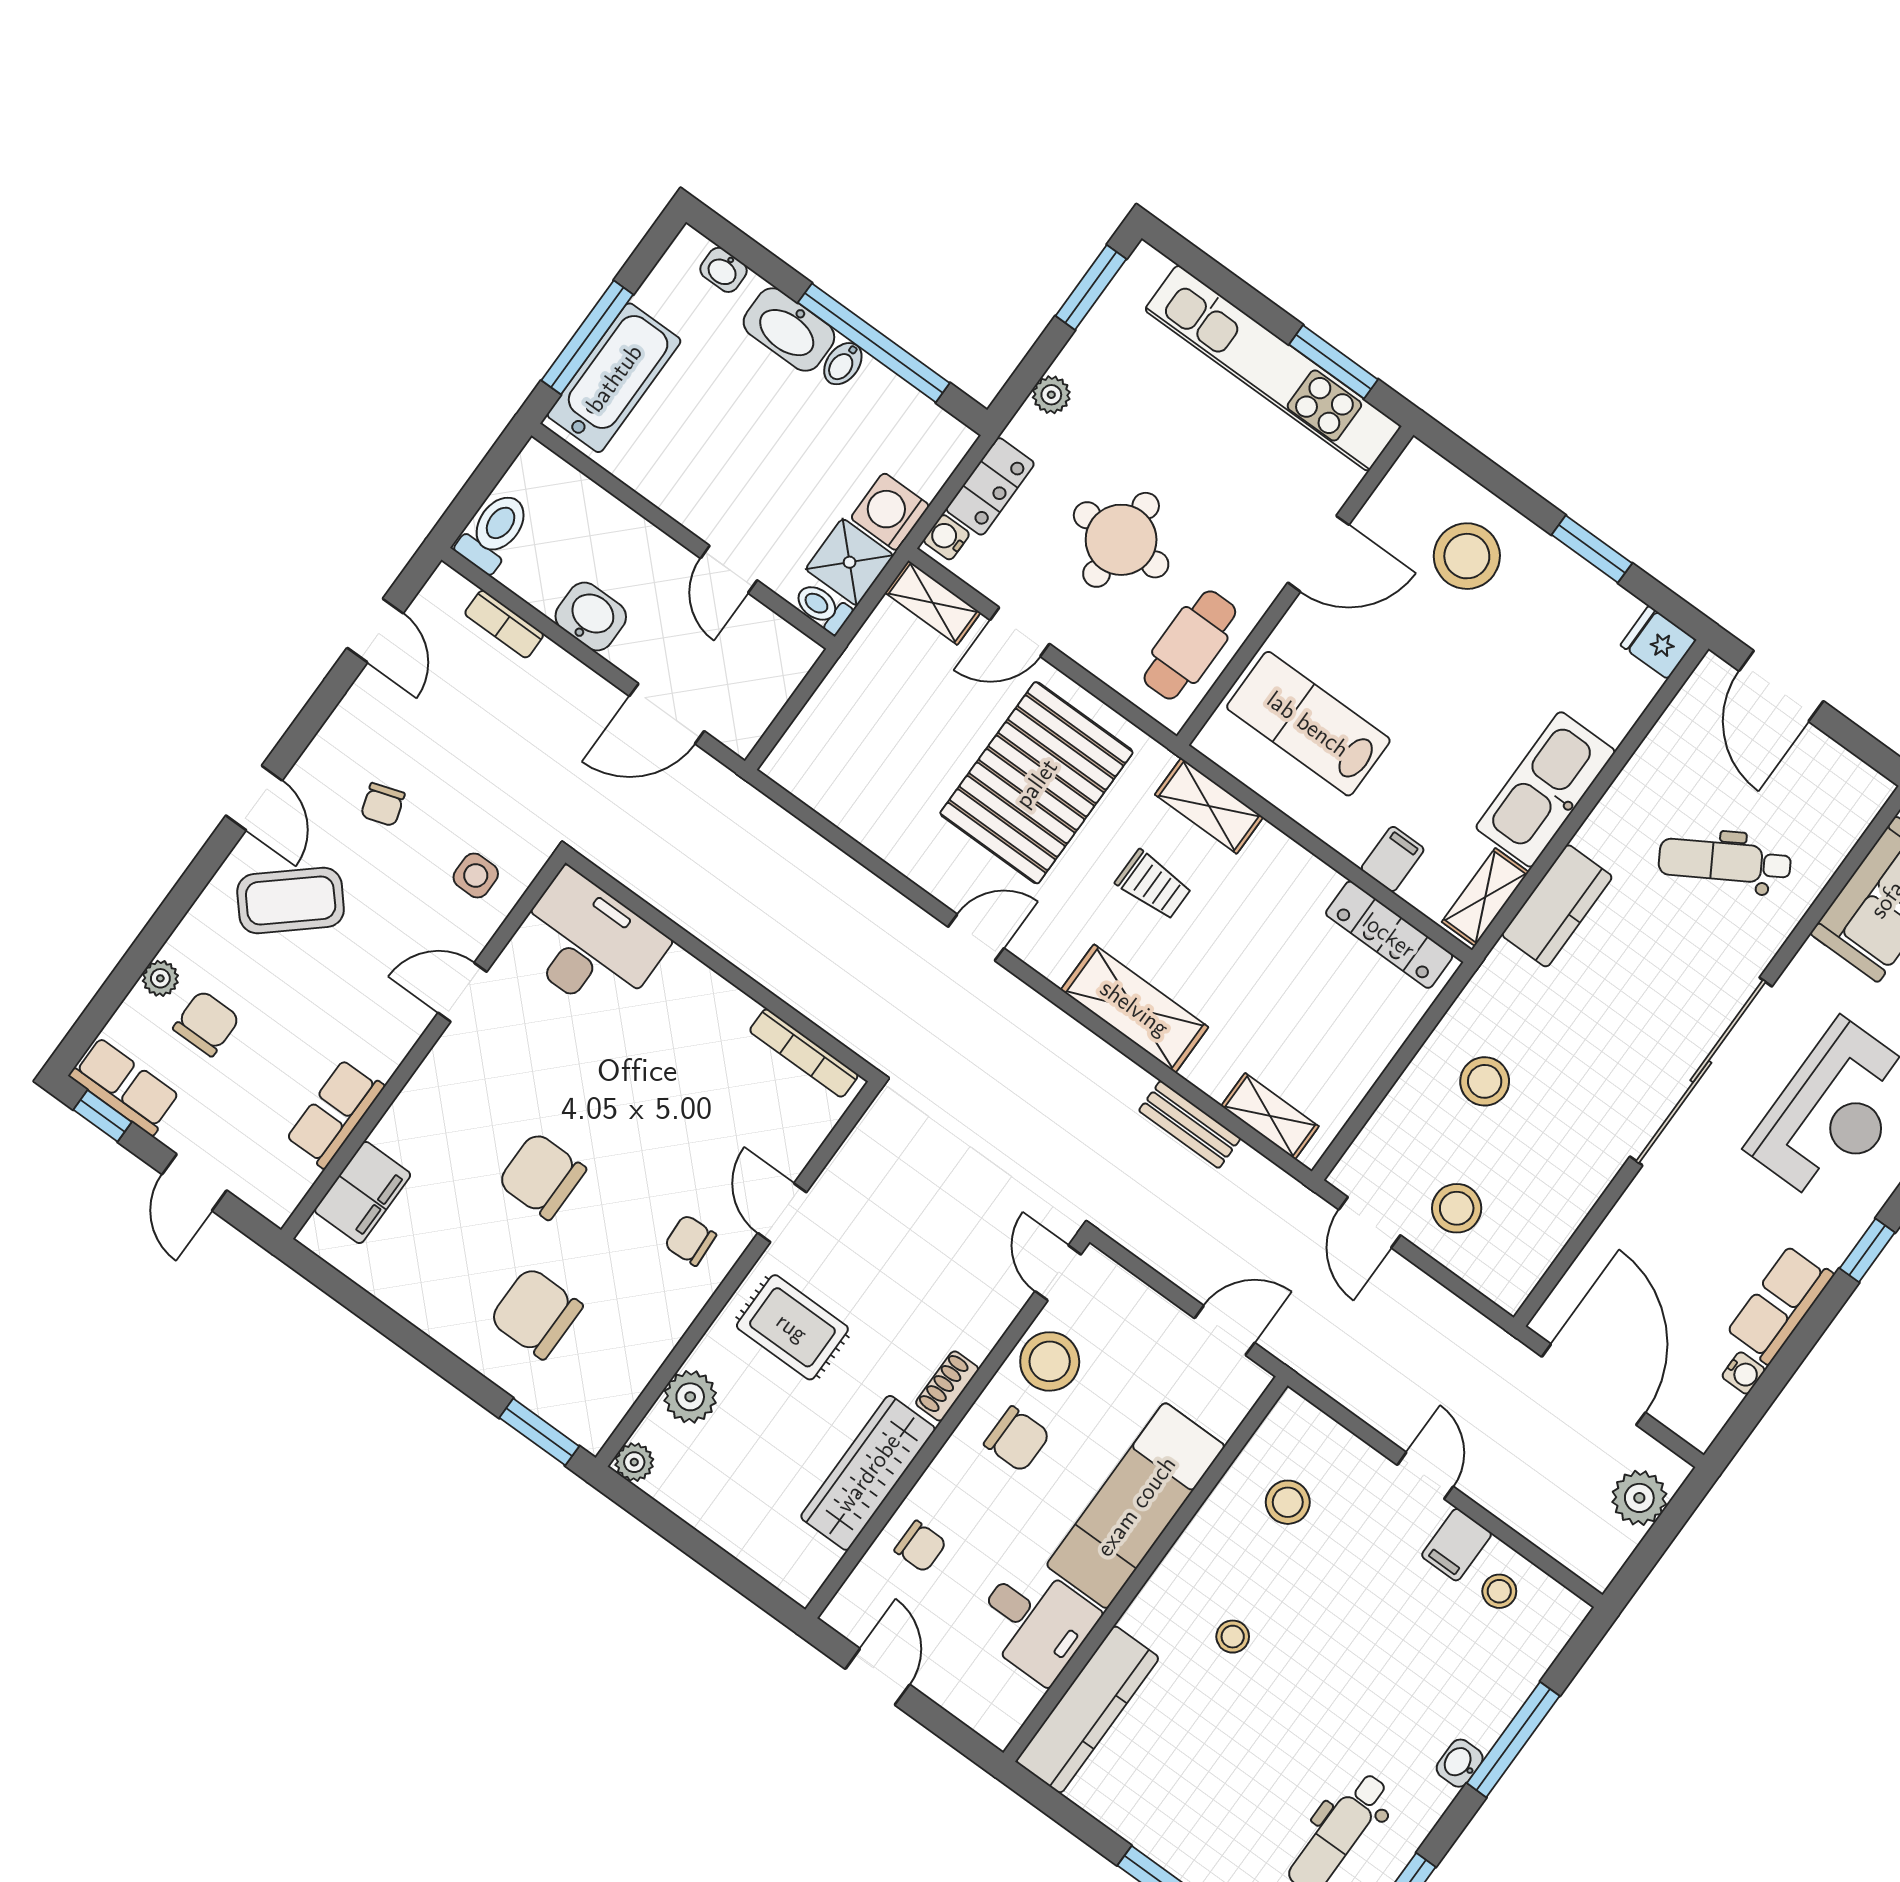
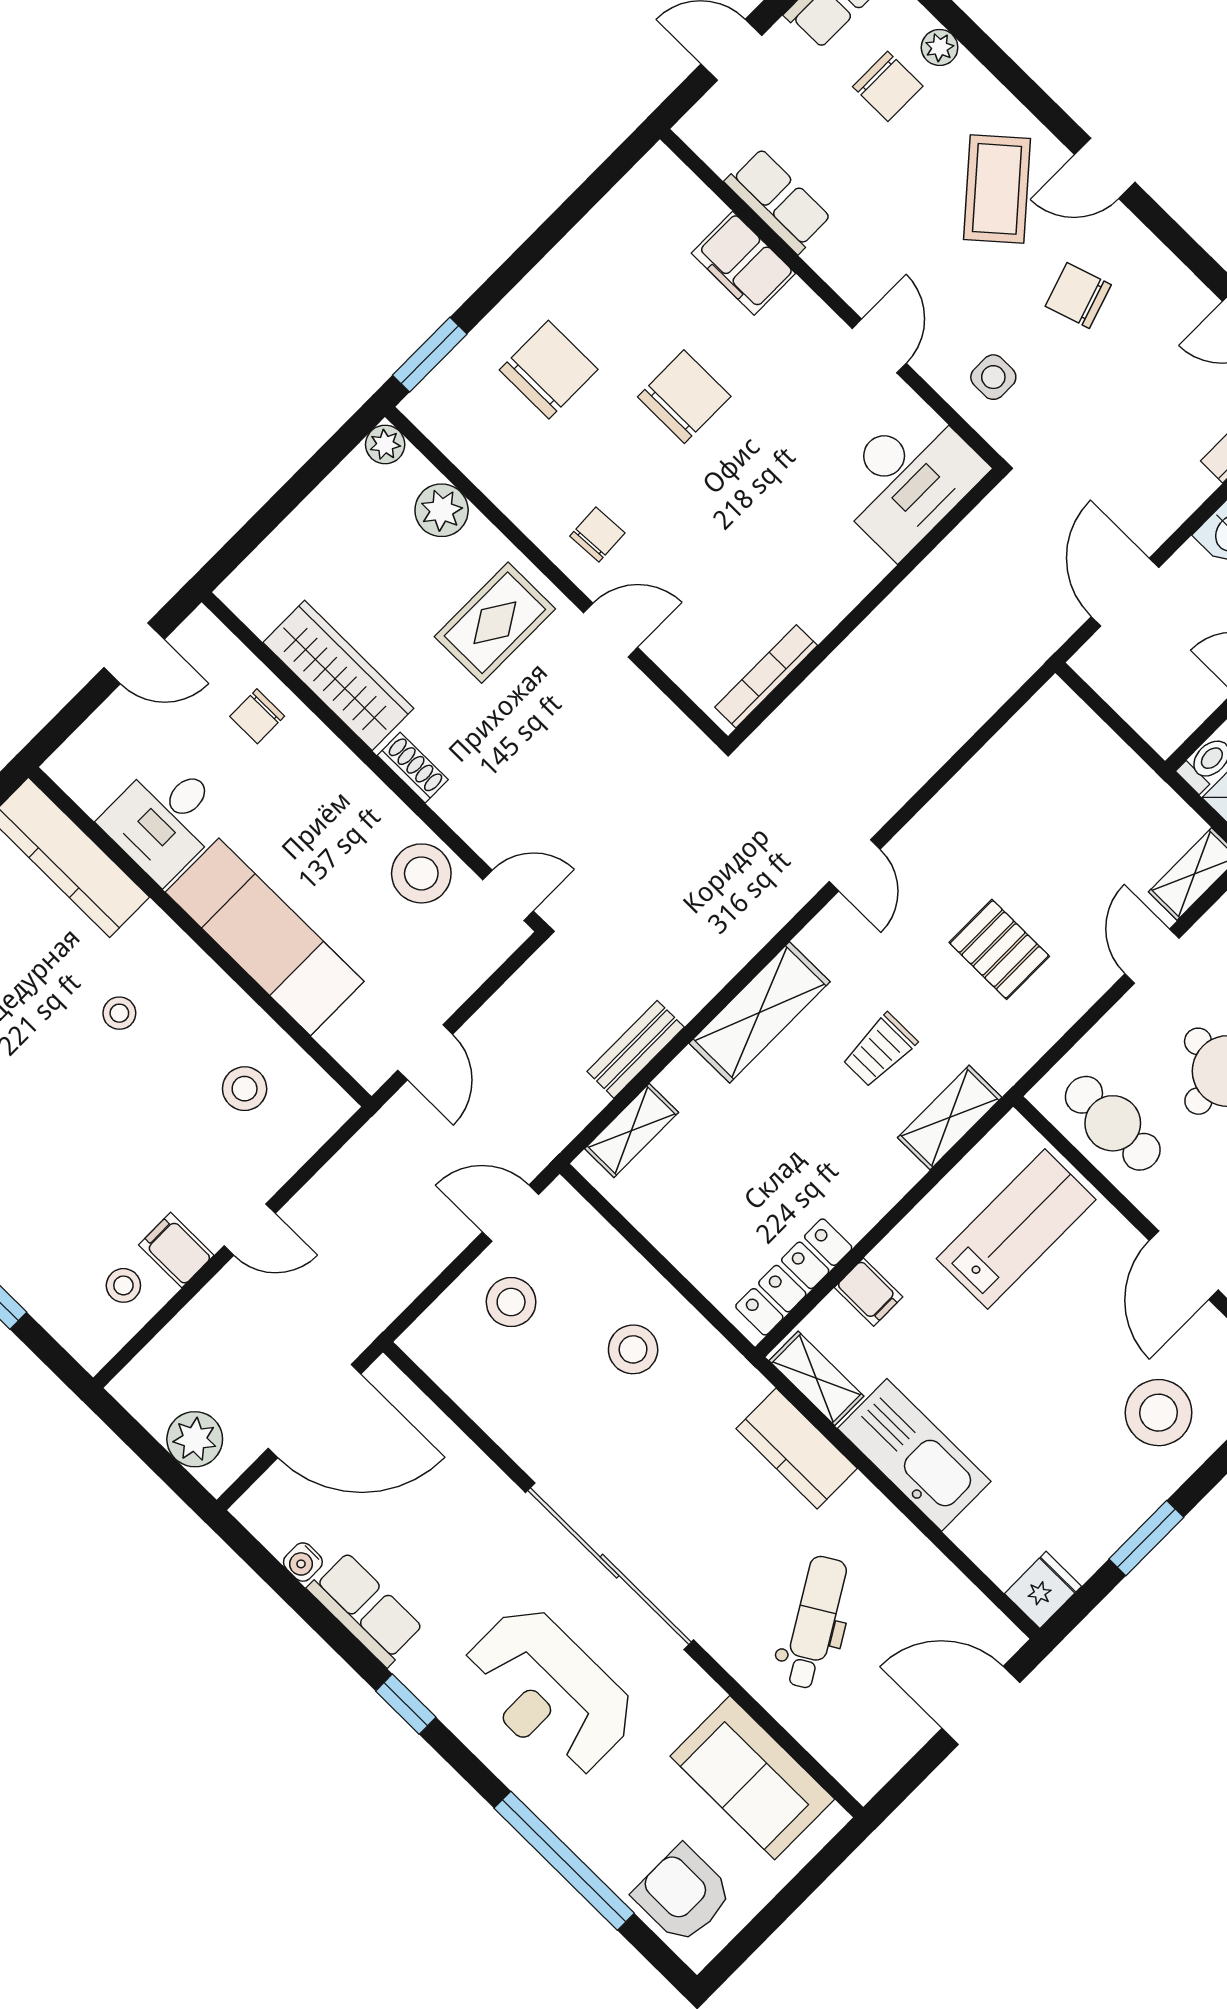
pallet: (1036, 783) -> (999, 949), width x0.49, depth x0.50
chair: (383, 805) -> (1078, 295), width x1.37, depth x1.37
filing cabinet: (363, 1192) -> (743, 263), moved
chair: (1017, 1439) -> (349, 829), removed

